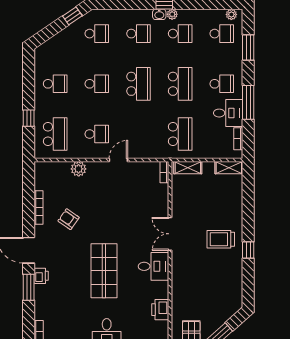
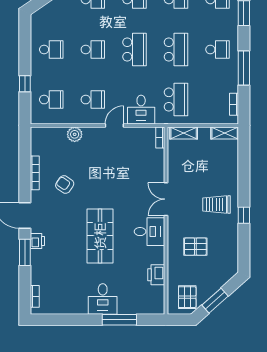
desk: (228, 113) -> (141, 110), moved, turned 90
school desk: (55, 134) -> (51, 100), width x0.54
pallet: (200, 281) -> (195, 247), added

